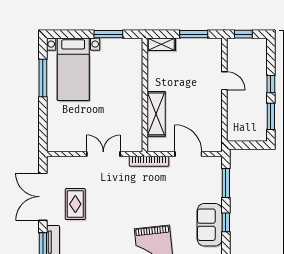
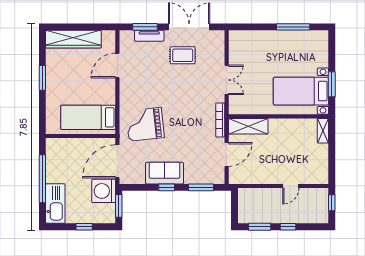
window: (194, 34) -> (332, 159), removed
bed with nightstands: (73, 69) -> (301, 91), moved
shelving: (156, 114) -> (248, 126), moved

